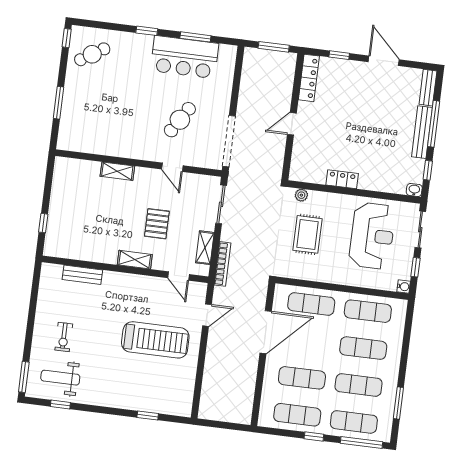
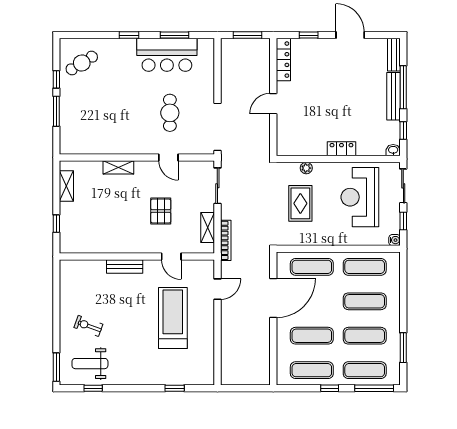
window: (67, 38) -> (56, 79), moved
cafe table: (180, 120) -> (170, 113), turned -32
locker: (342, 179) -> (341, 149), moved
plant: (301, 195) -> (306, 168), moved
reception desk: (372, 236) -> (360, 197), turned 180
shelving: (135, 260) -> (66, 186), moved, turned 90
bench: (82, 275) -> (125, 267), moved
door: (179, 276) -> (171, 257), moved
exercise bike: (64, 337) -> (88, 326), turned 110
treadmill: (155, 340) -> (173, 318), turned -90

